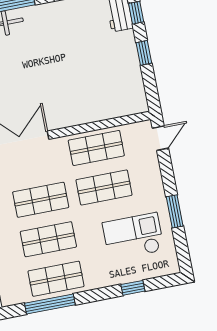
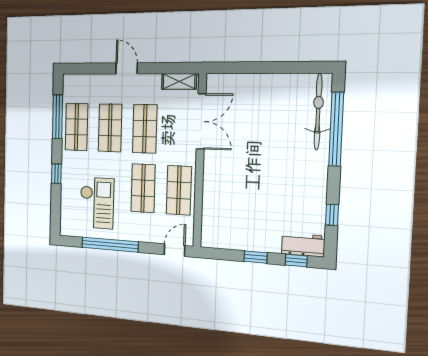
door: (160, 138) -> (175, 250), swing flipped
window: (175, 211) -> (110, 245), width x2.11
window: (133, 288) -> (56, 174), moved

